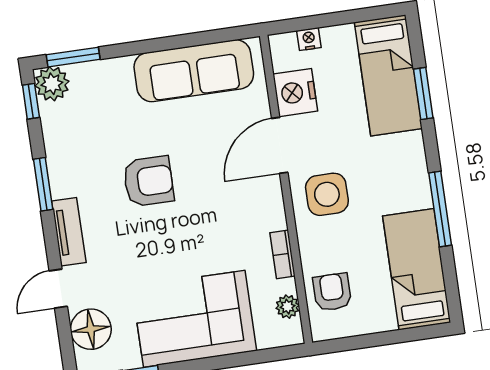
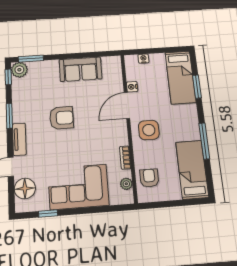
sofa: (194, 71) -> (80, 69), width x0.73
nightstand: (295, 93) -> (132, 87), width x0.53, depth x0.56

